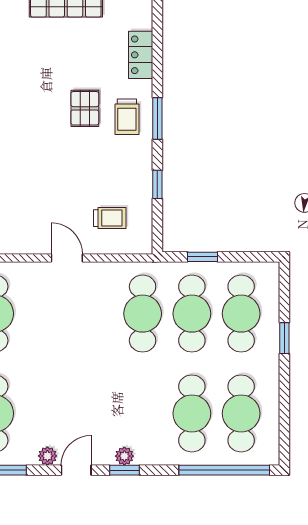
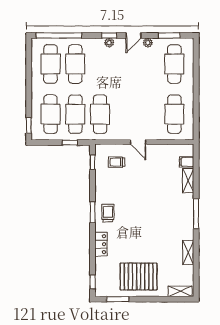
pallet: (85, 108) -> (129, 217), removed
window: (157, 184) -> (93, 162), moved
window: (284, 338) -> (29, 125), moved

